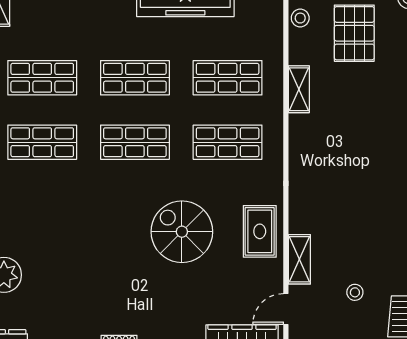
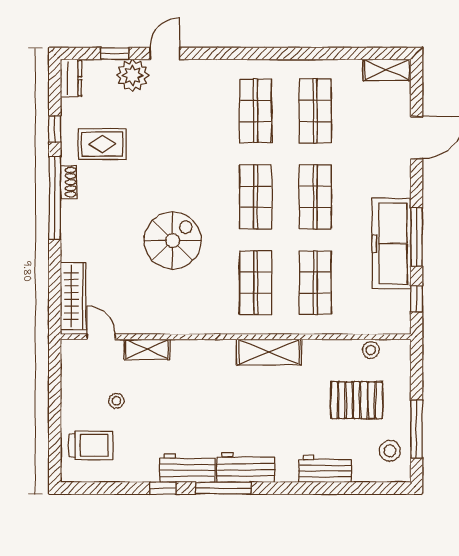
shelving: (299, 89) -> (269, 352), moved, width x1.50, depth x1.33
rug: (260, 231) -> (102, 144), moved

